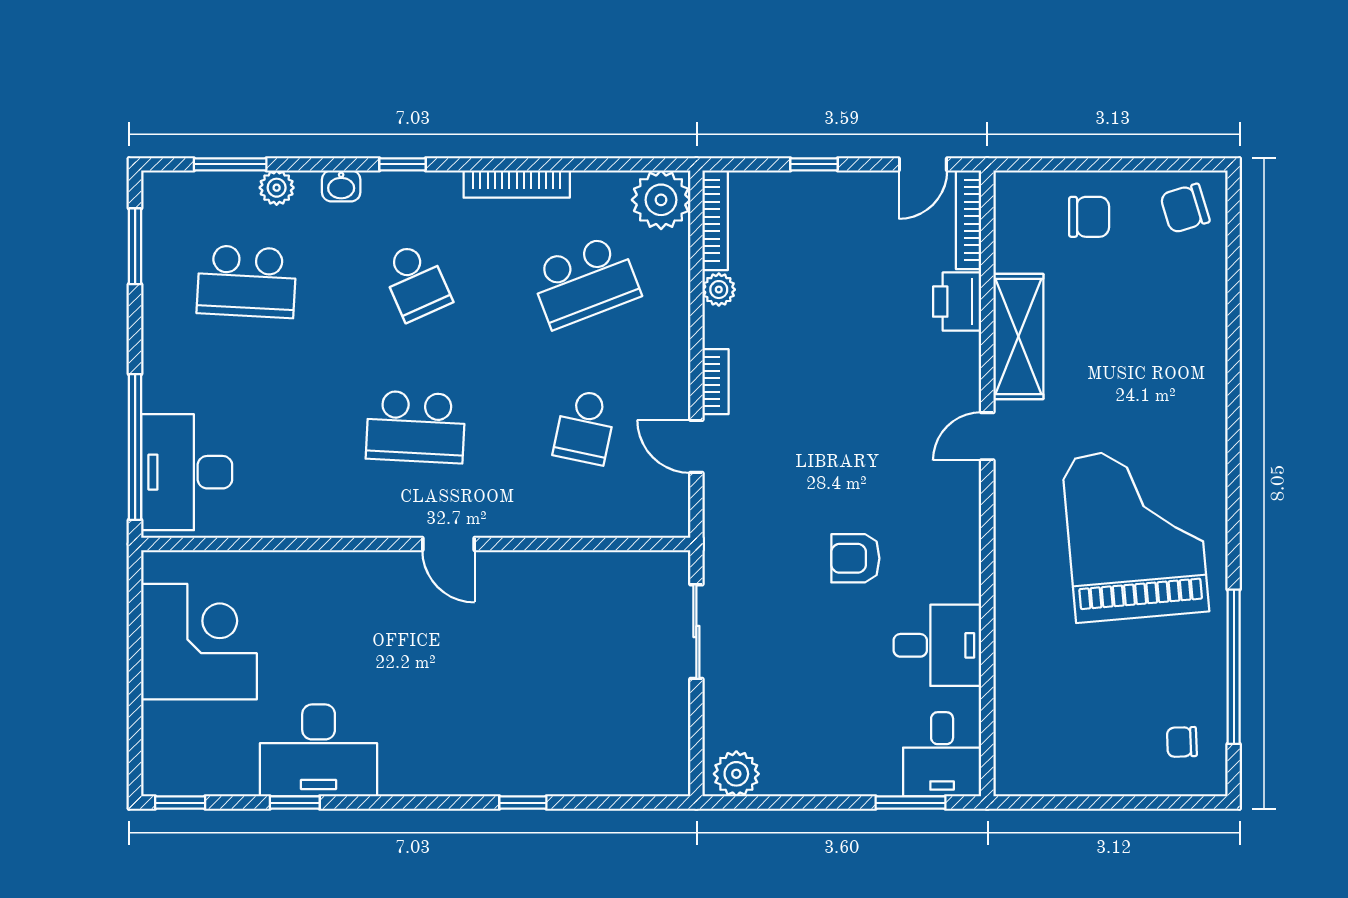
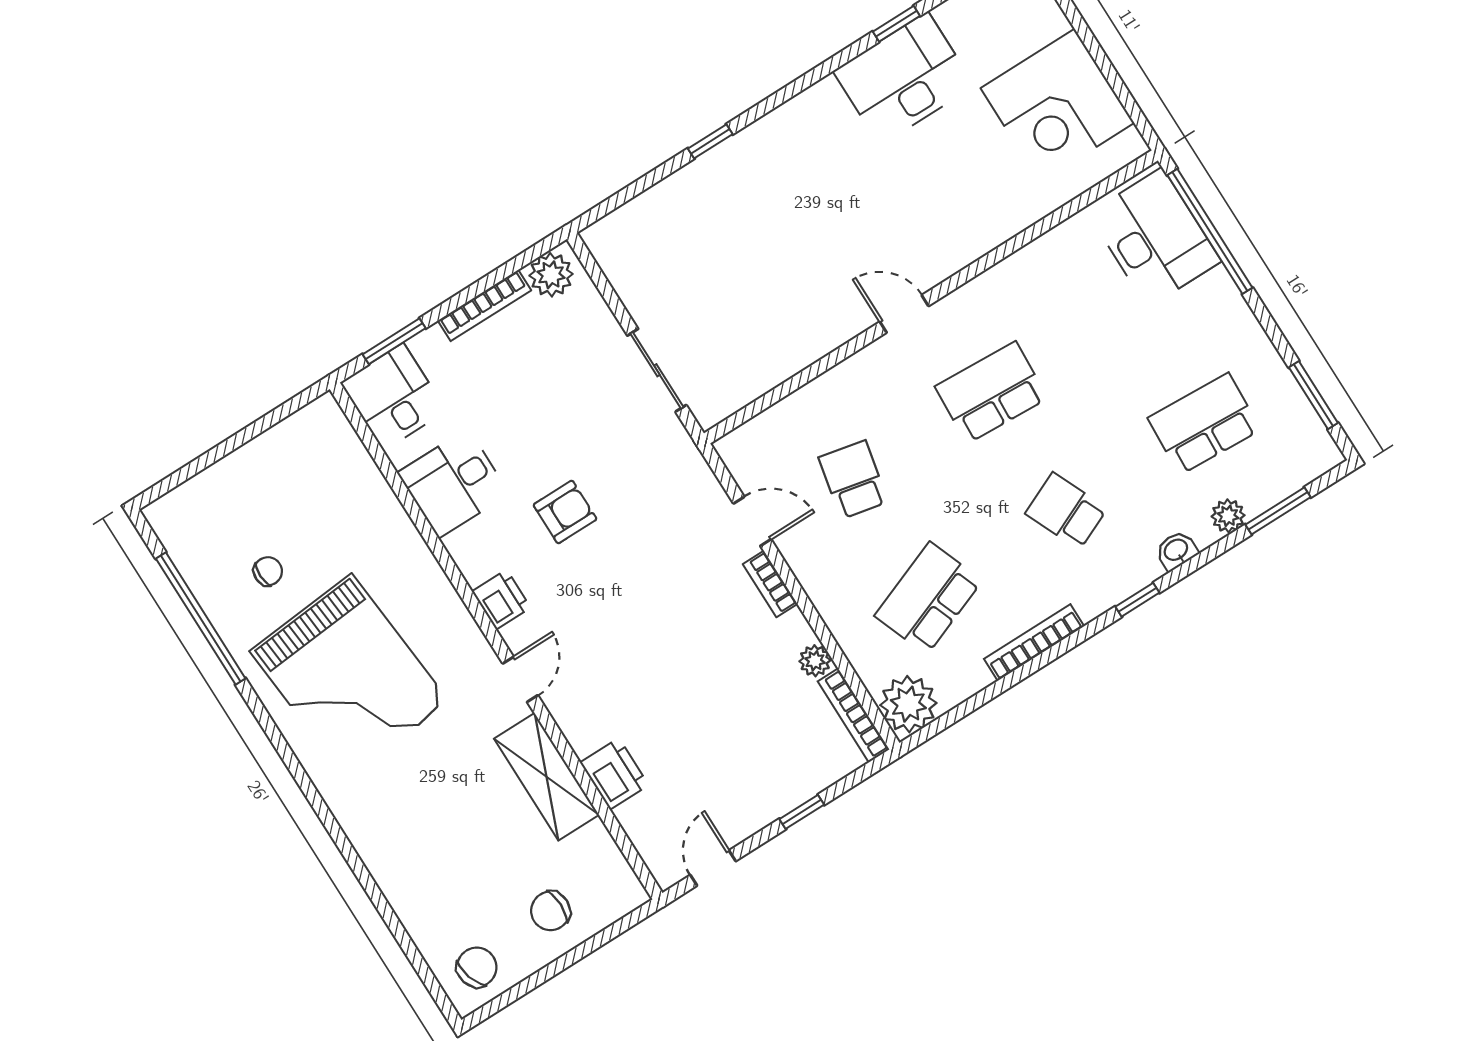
bookcase: (969, 220) -> (484, 305), moved, turned 90
printer: (960, 517) -> (501, 600), added
chair: (1182, 742) -> (268, 571), moved

